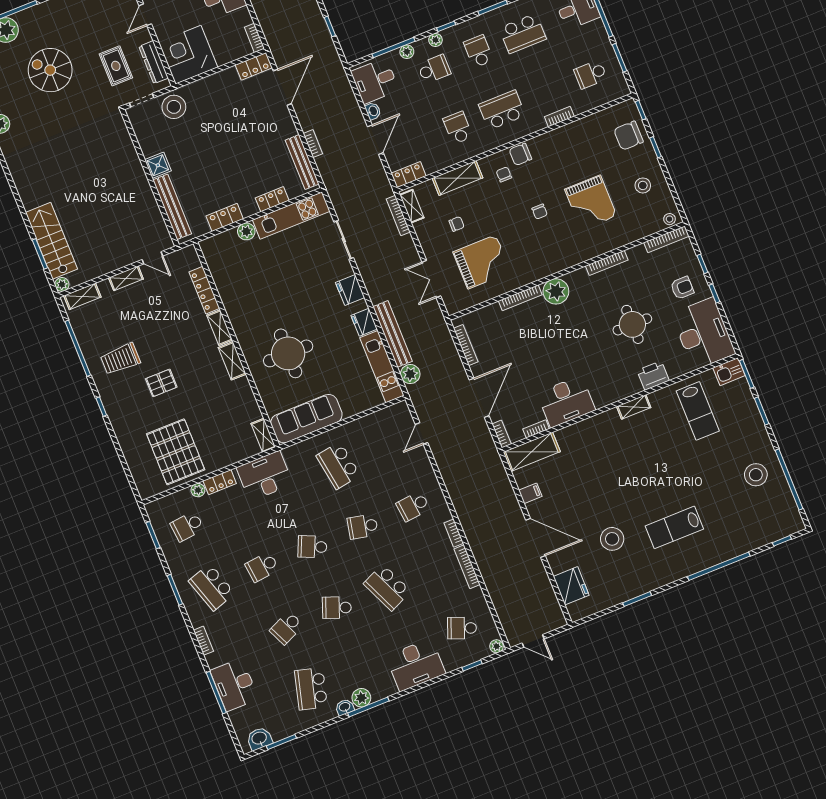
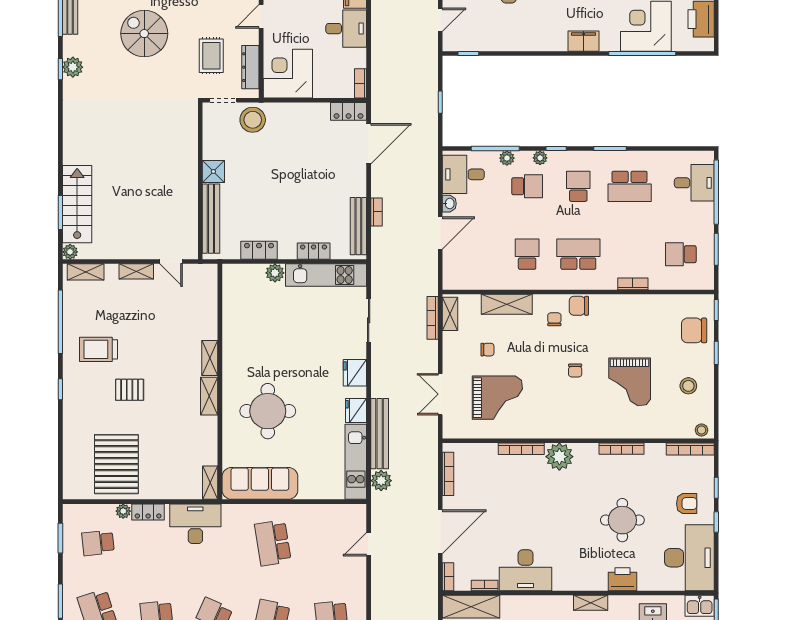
locker: (409, 175) -> (459, 281), removed
locker: (204, 290) -> (210, 314), removed

